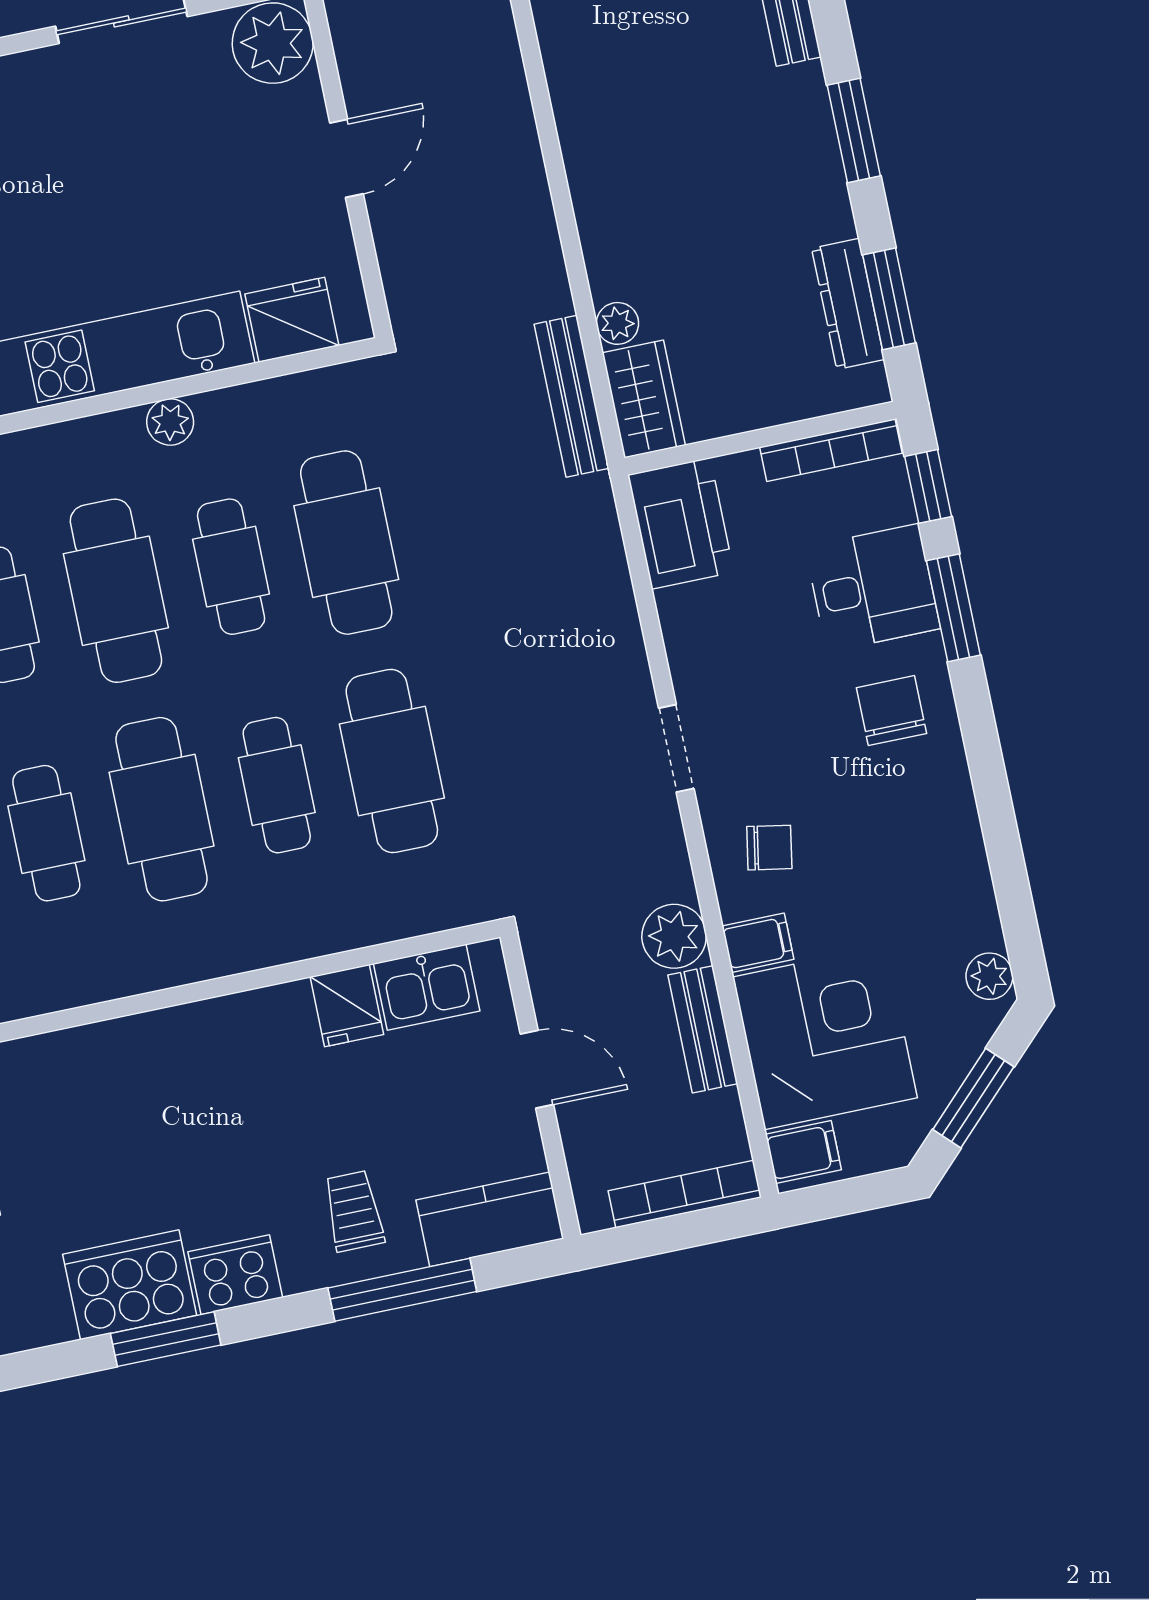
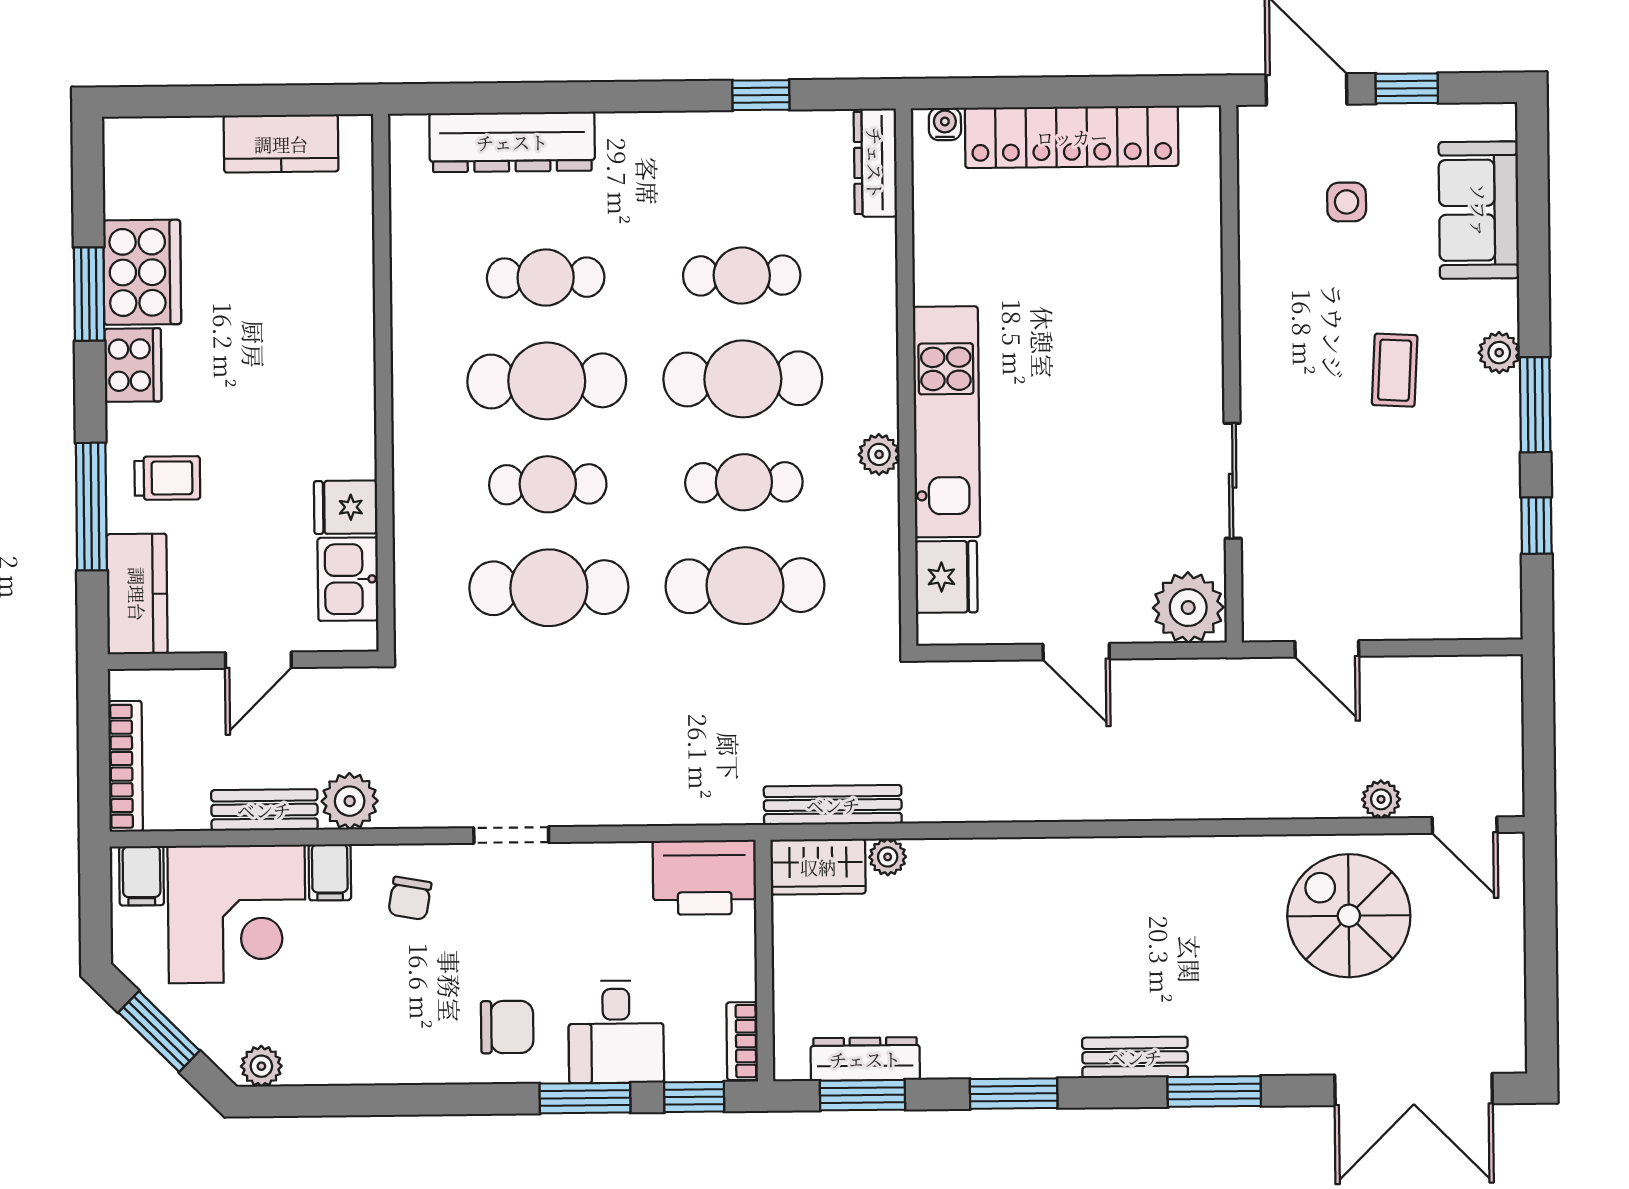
bookcase: (831, 450) -> (742, 1041), width x0.64

